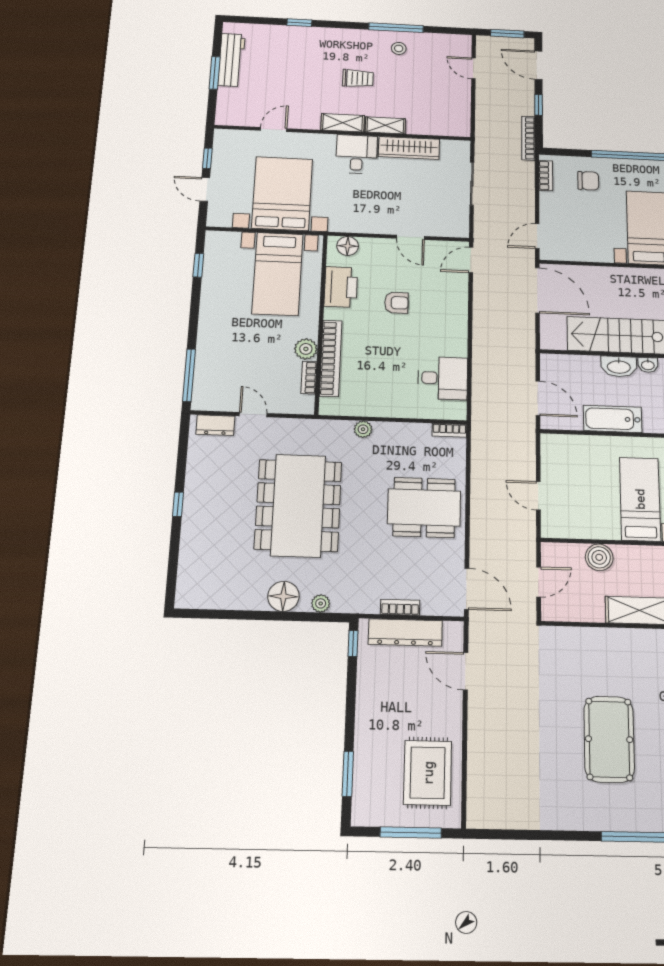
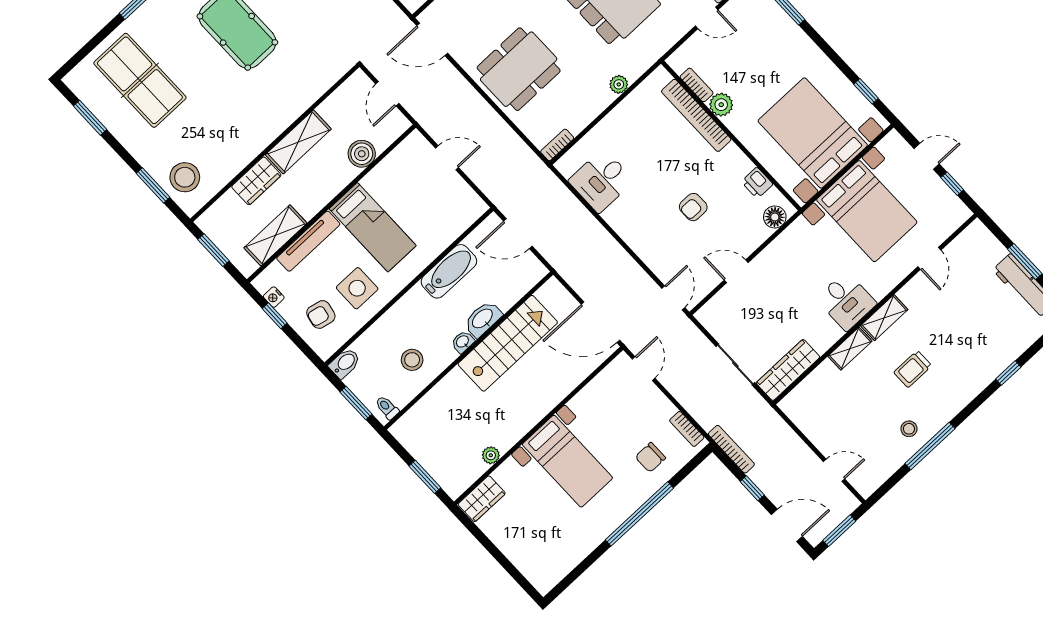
wardrobe: (409, 148) -> (788, 370), moved
bed with nightstands: (278, 274) -> (813, 133), width x1.36
printer: (341, 287) -> (757, 183), width x0.53, depth x0.68

